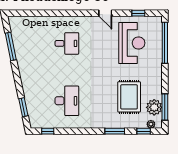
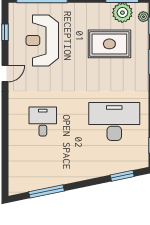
reception desk: (132, 43) -> (42, 40), turned -90
desk: (67, 101) -> (114, 122), width x1.36, depth x1.30

